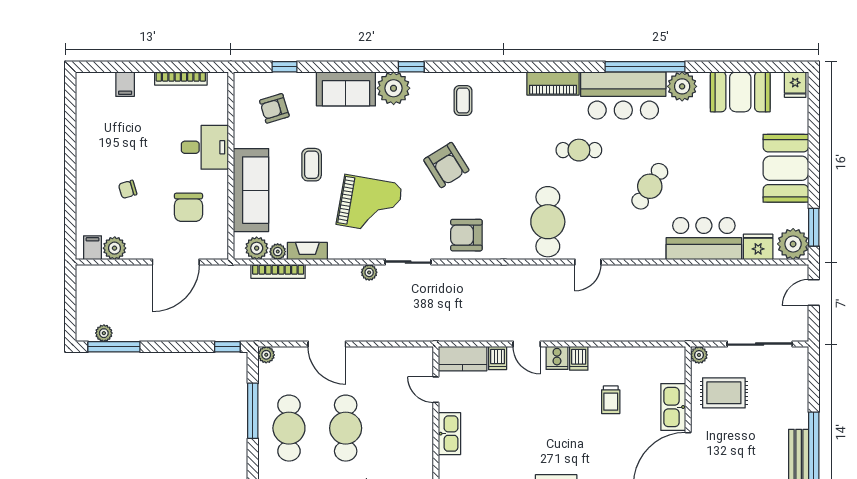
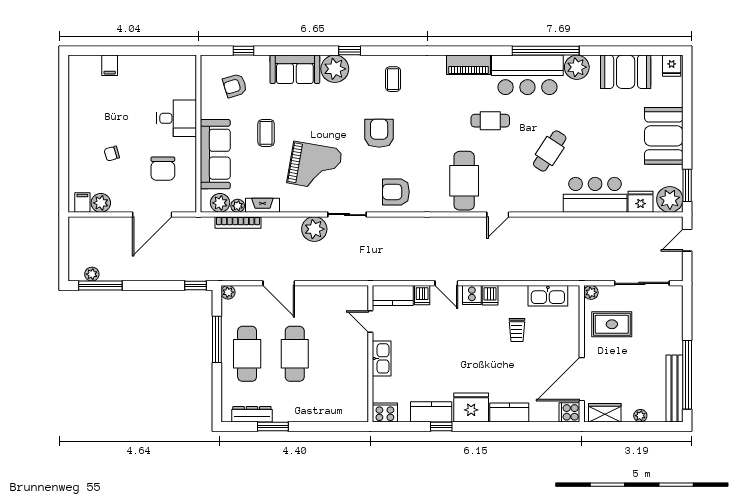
bookcase: (181, 78) -> (156, 61), removed
armchair: (446, 165) -> (379, 133), turned -148
plant: (369, 272) -> (314, 229), width x1.88, depth x1.88
kitchen sink: (673, 407) -> (548, 296), moved, turned -90

